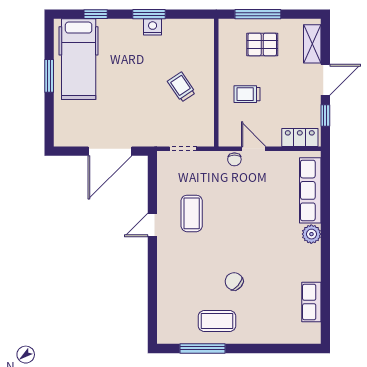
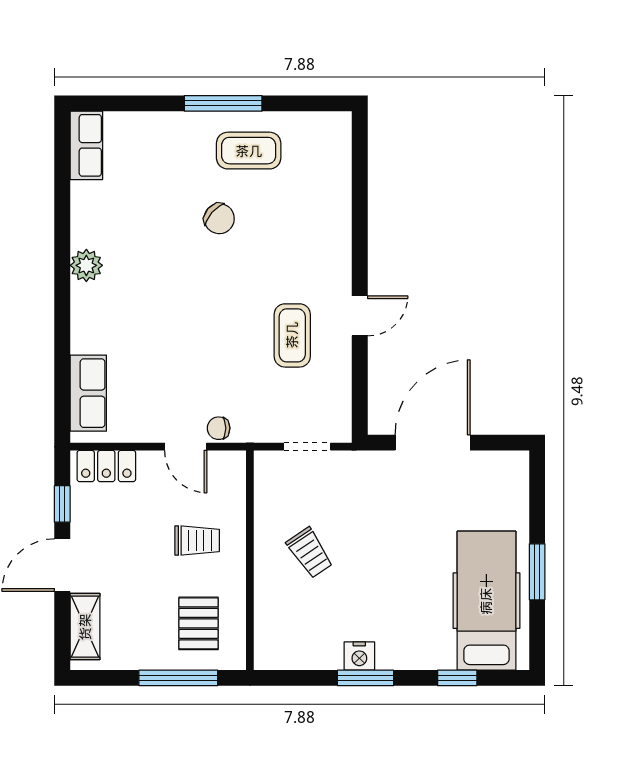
pallet: (262, 44) -> (198, 623), moved, turned 90
chair: (234, 159) -> (219, 428), turned -90
row of seats: (310, 190) -> (88, 393), width x0.68
plant: (311, 234) -> (86, 265), moved
row of seats: (311, 302) -> (86, 145), moved
window: (202, 348) -> (223, 103), moved

